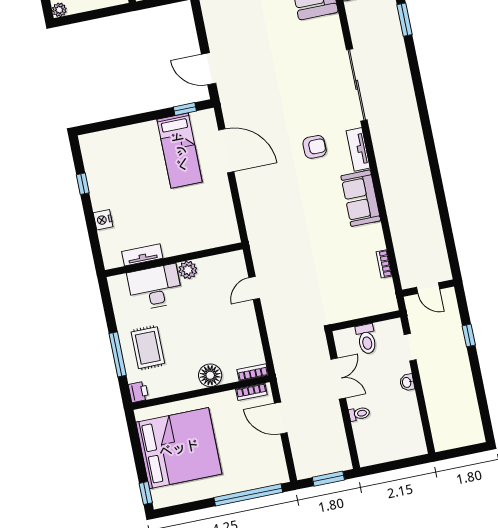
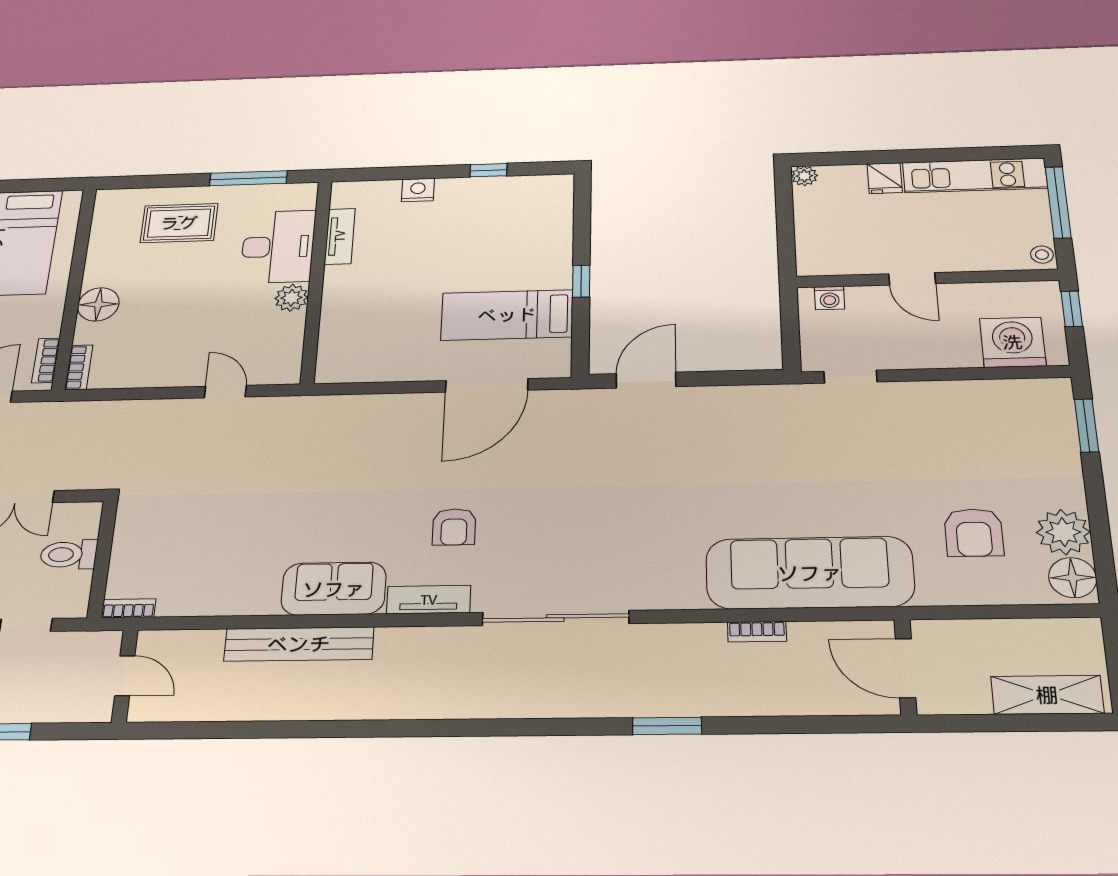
window: (185, 109) -> (581, 281), moved
bench: (395, 207) -> (299, 644), added
bookcase: (384, 264) -> (129, 608), moved
door: (428, 288) -> (125, 676), swing flipped
window: (118, 354) -> (248, 178), moved
printer: (138, 392) -> (111, 201), removed

